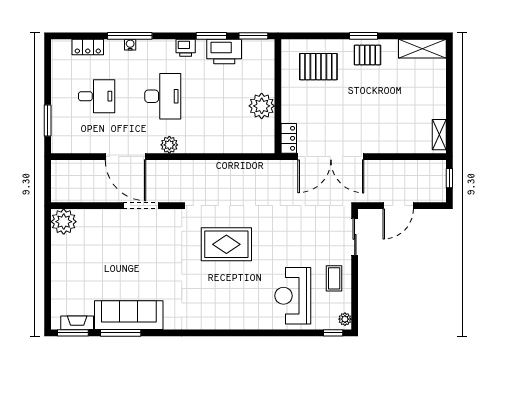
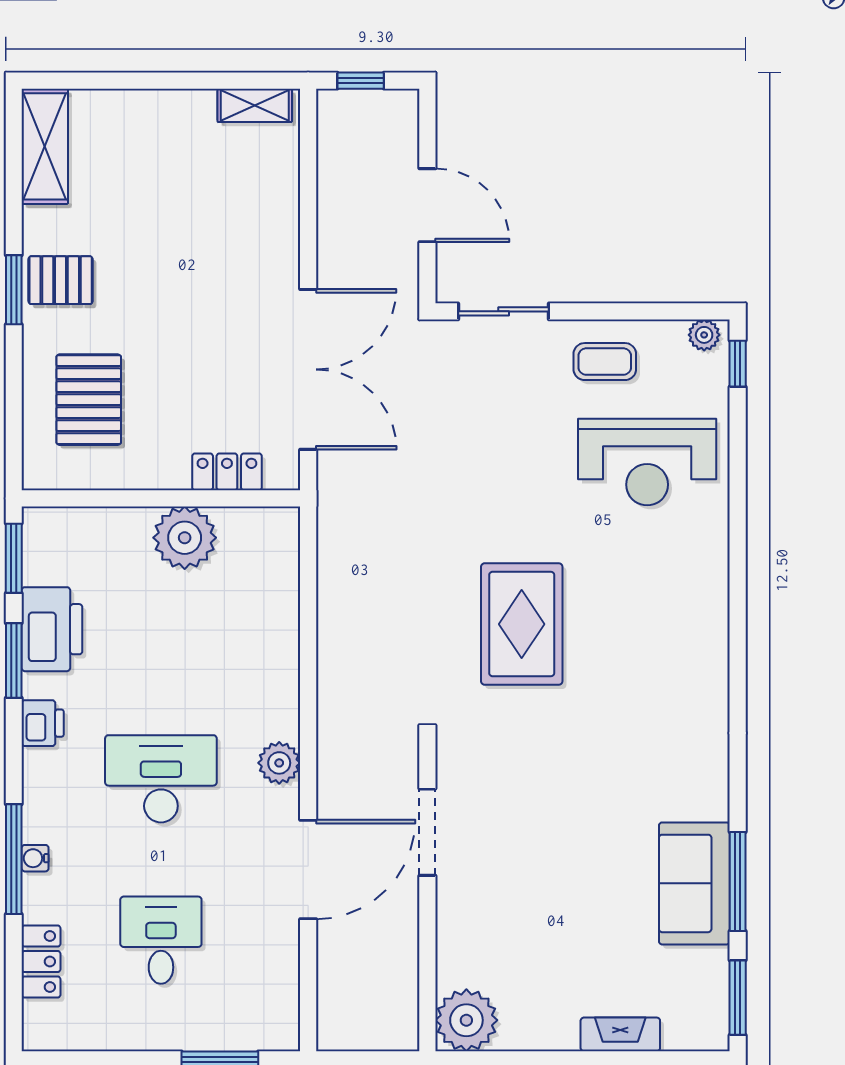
pallet: (367, 55) -> (61, 280), turned 90
locker: (289, 138) -> (227, 472), moved
sofa: (129, 315) -> (694, 883), width x0.73
fireplace: (77, 323) -> (620, 1034), moved, turned 90

